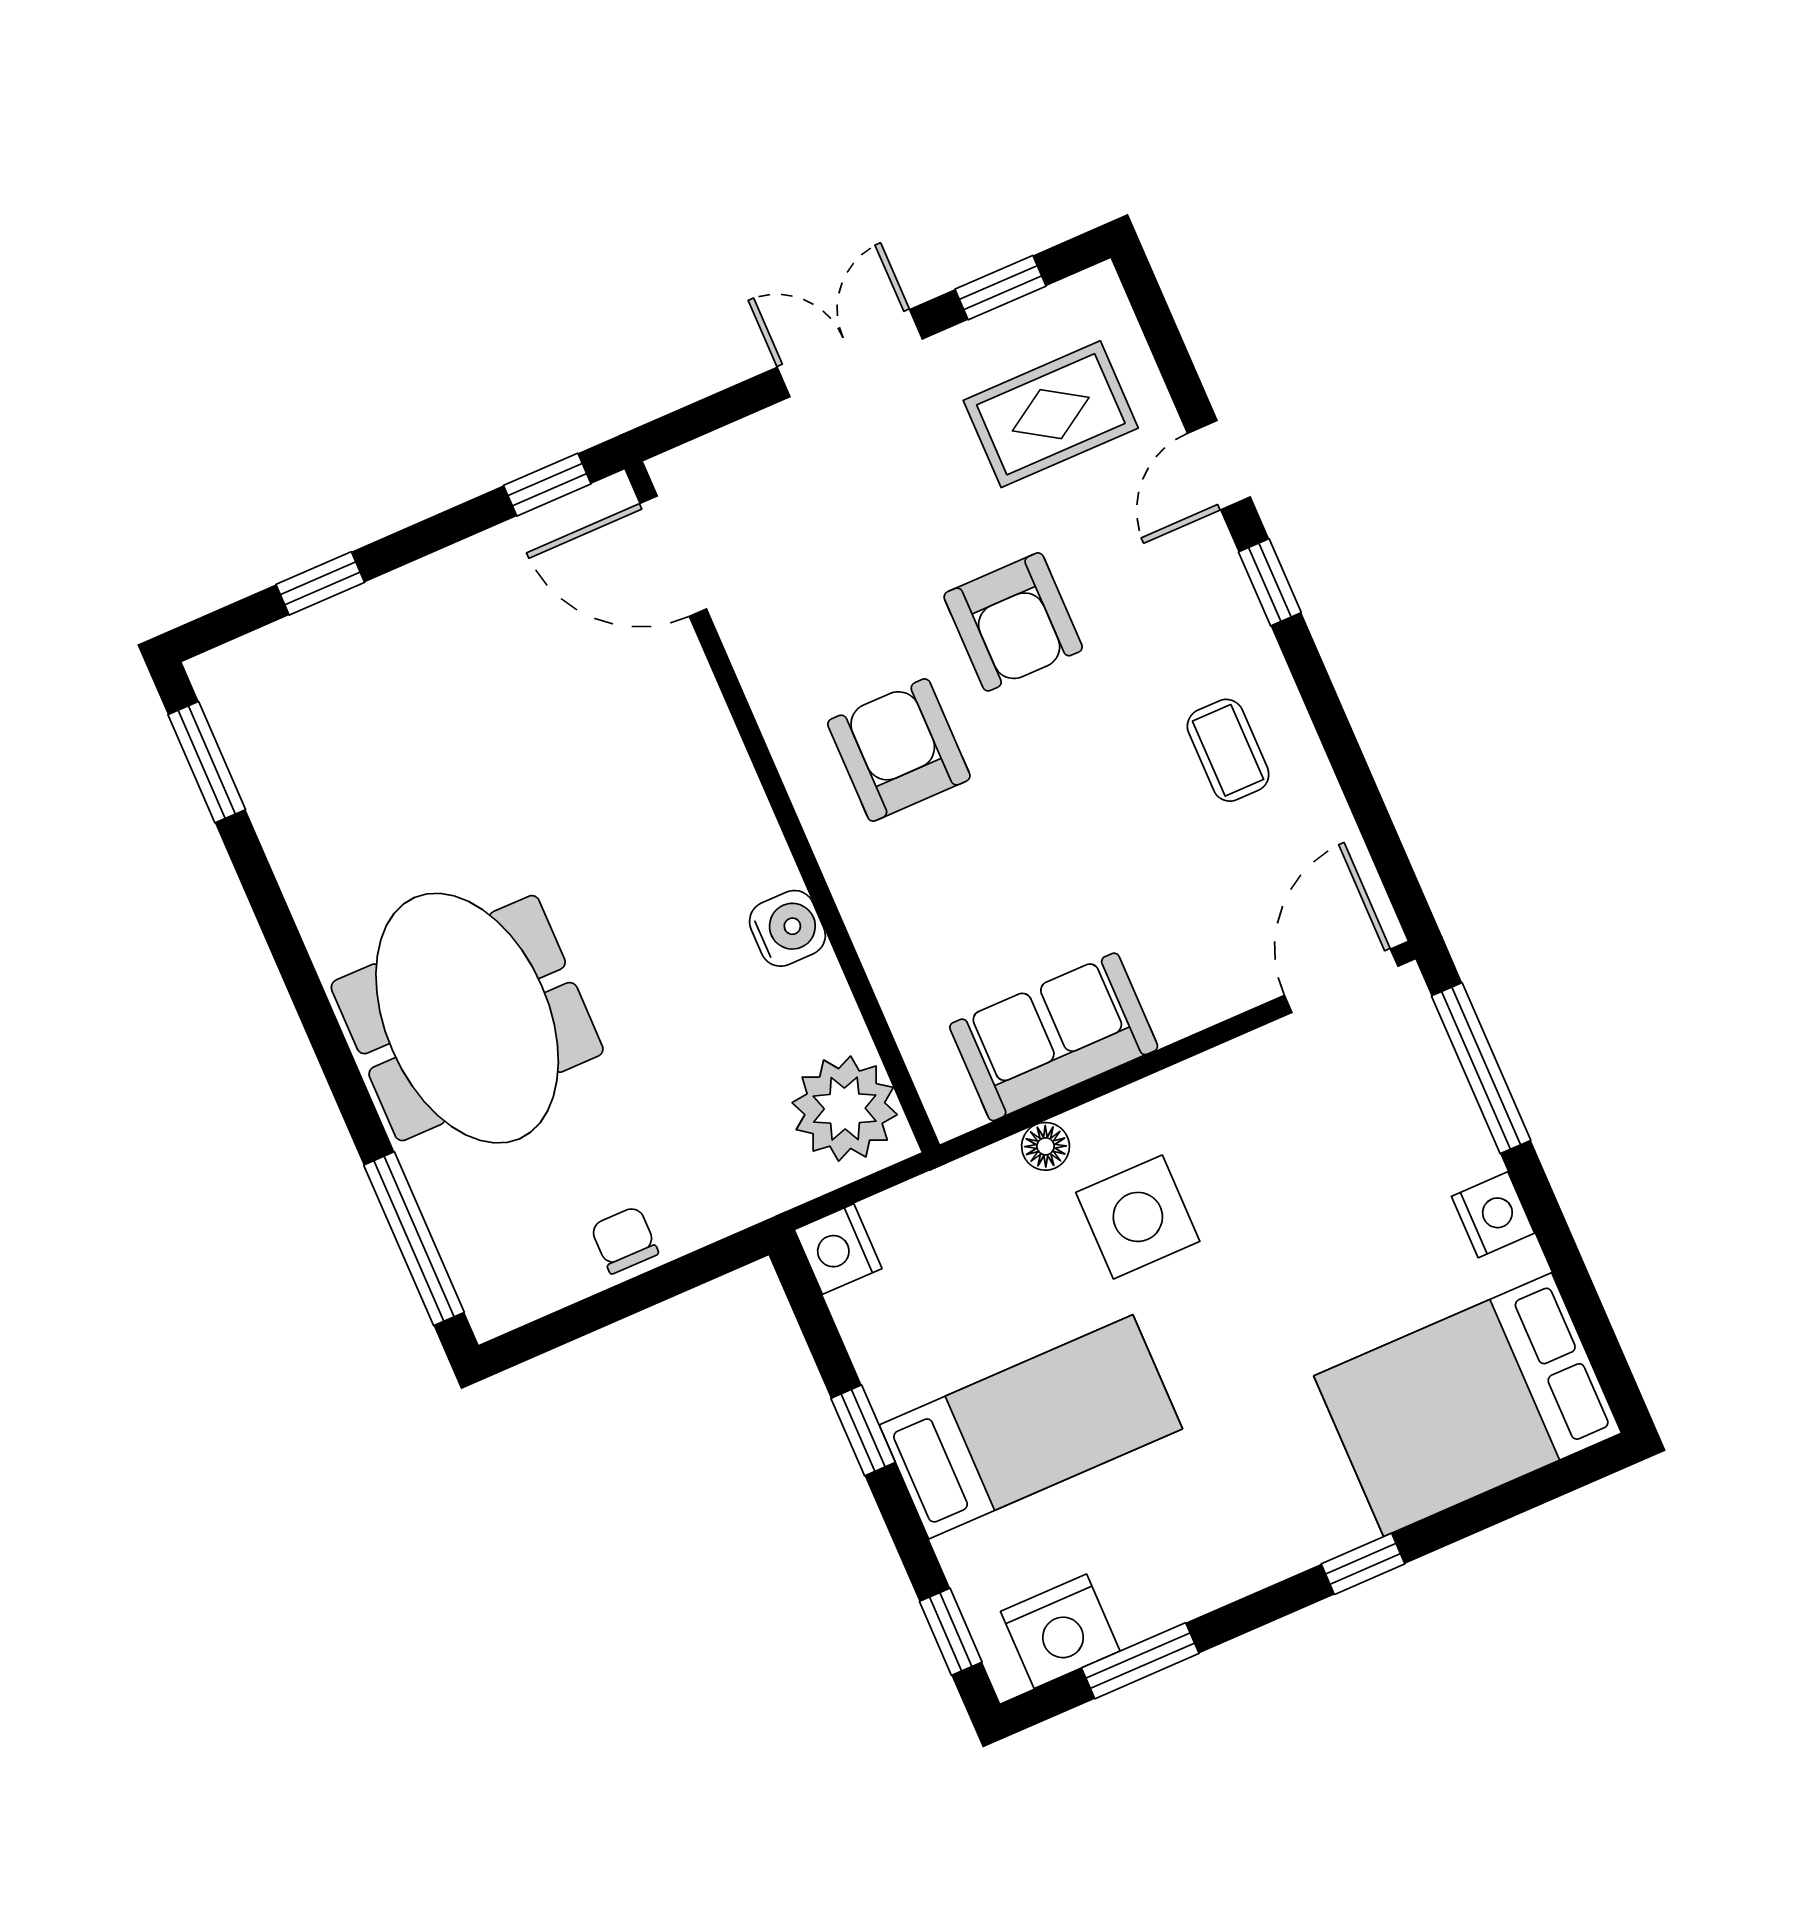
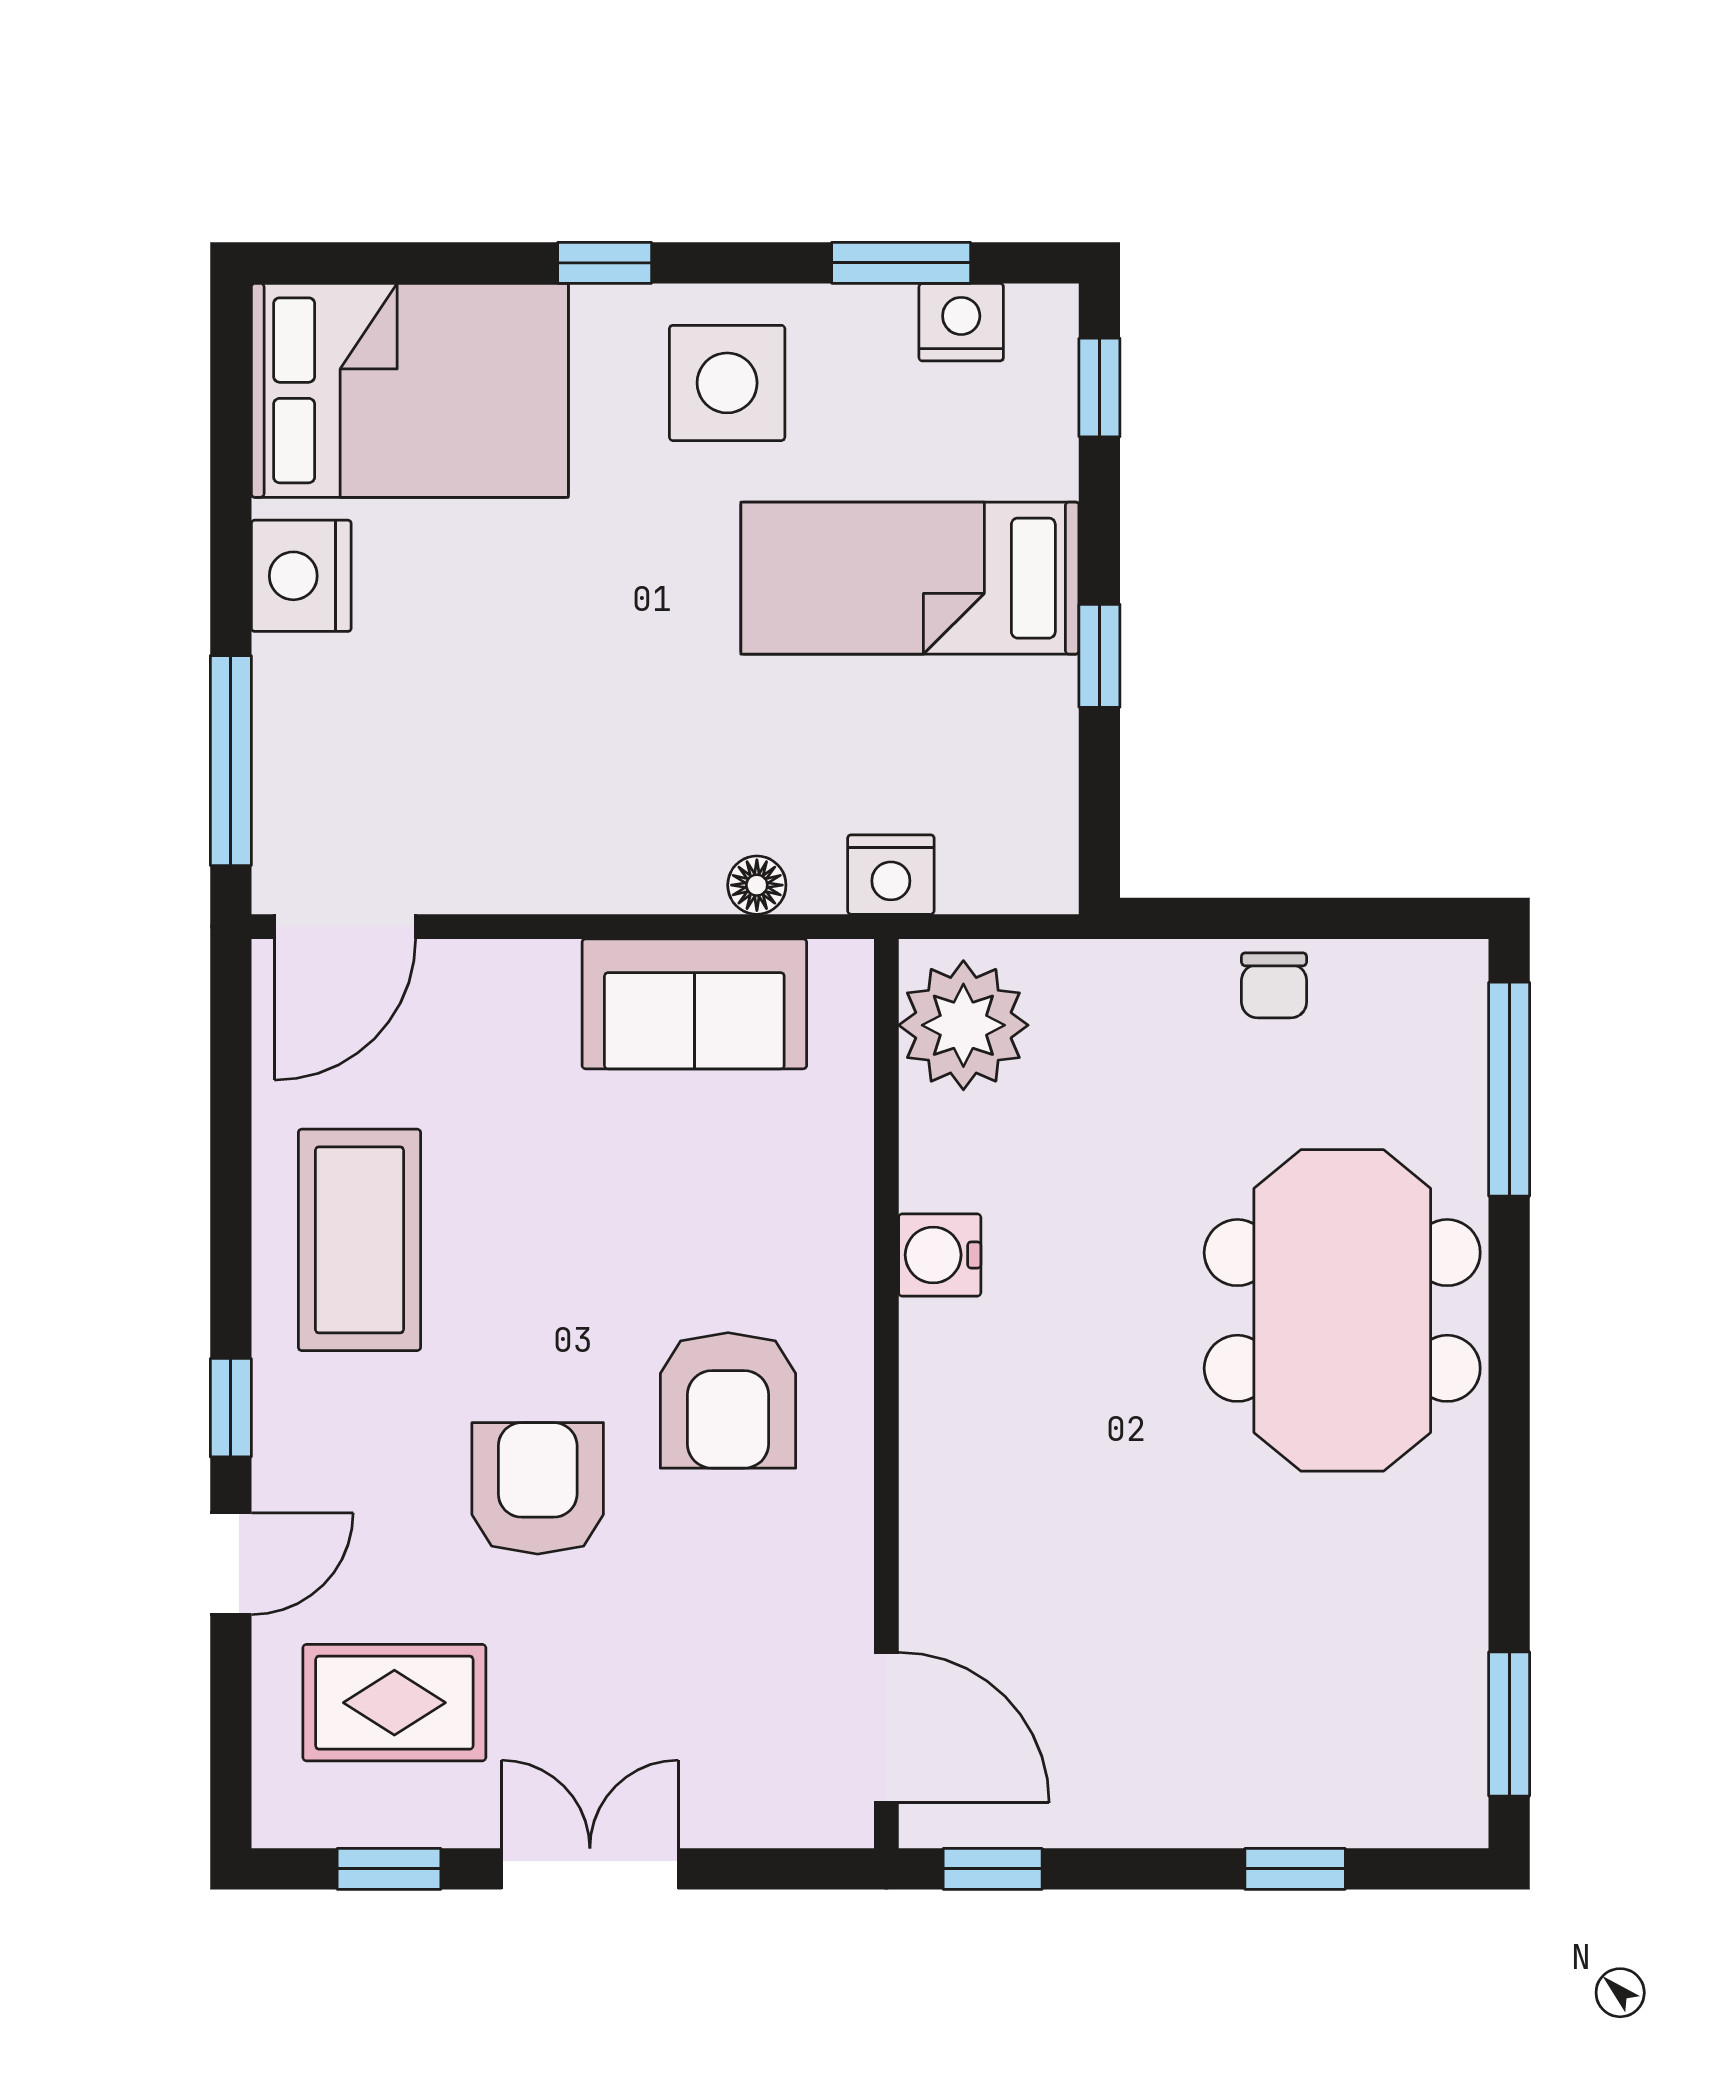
double door: (850, 353) -> (590, 1869), swing flipped
coffee table: (1228, 750) -> (359, 1240), width x1.86, depth x1.72
nightstand: (1493, 1215) -> (301, 576), width x1.36, depth x1.33
side table: (1138, 1217) -> (727, 383), moved
nightstand: (838, 1249) -> (891, 875), moved, turned 90
nightstand: (1060, 1631) -> (961, 322), width x0.74, depth x0.75

